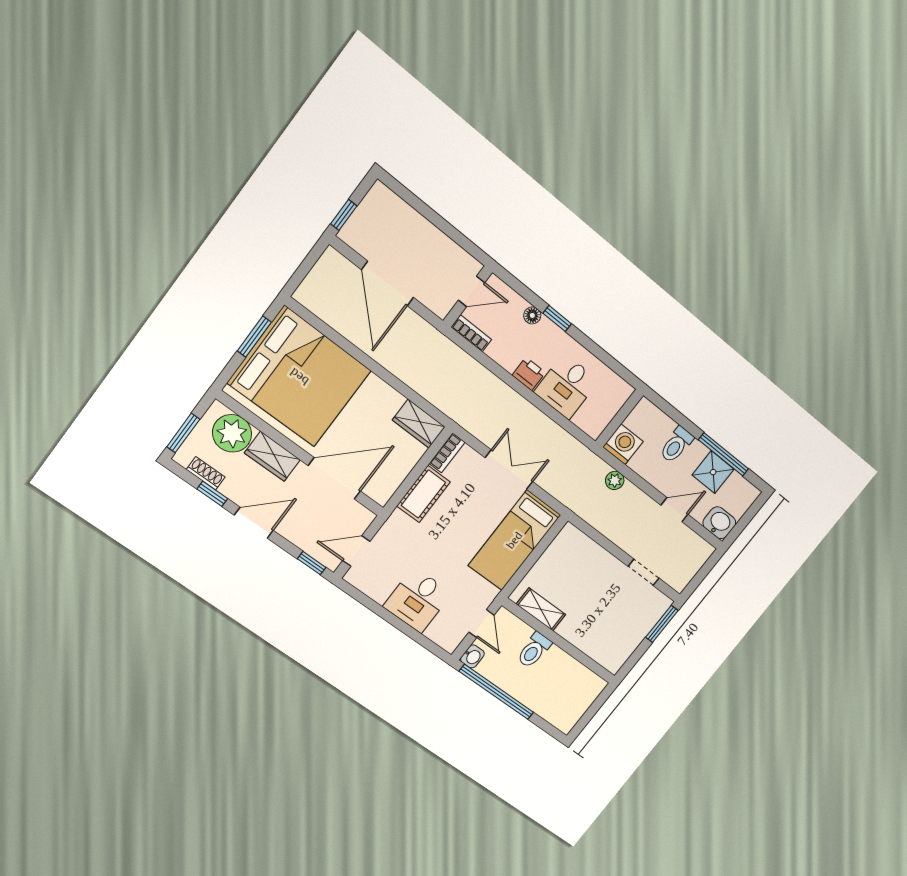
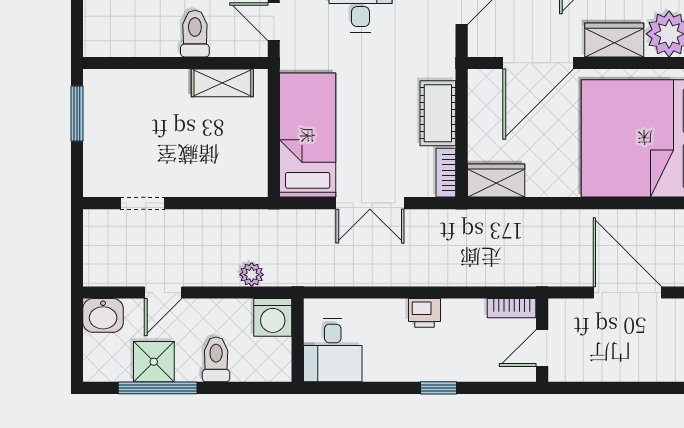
floor lamp: (532, 315) -> (465, 372), removed
desk: (566, 386) -> (333, 350), moved, turned 180
window: (662, 624) -> (77, 113), moved

